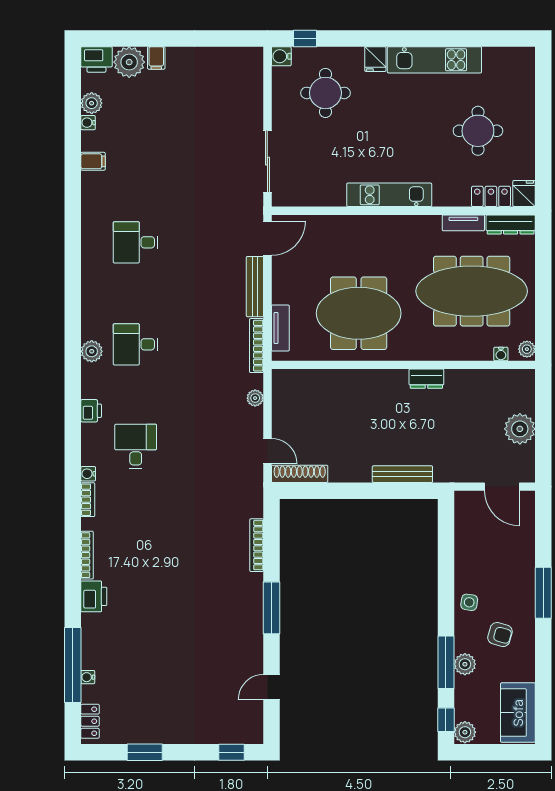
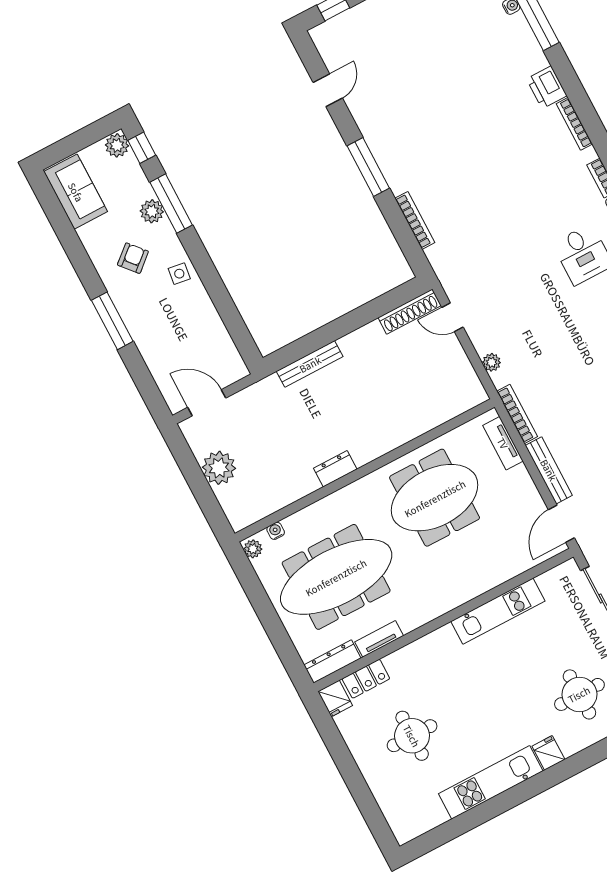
kitchen unit: (389, 195) -> (498, 611), moved
armchair: (500, 635) -> (133, 258), turned 123

